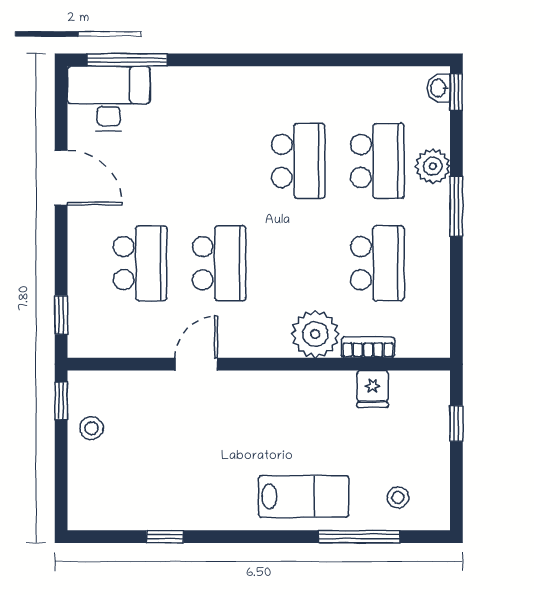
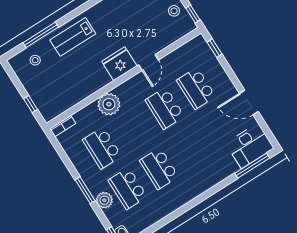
bookcase: (368, 347) -> (63, 126), moved
fridge: (373, 389) -> (119, 64), moved, width x1.88, depth x1.34

